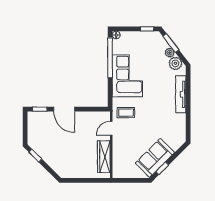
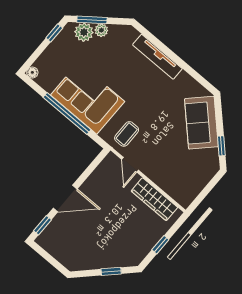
window: (110, 58) -> (67, 113), moved
plant: (175, 63) -> (84, 32), moved
window: (35, 156) -> (111, 271), moved
sofa: (155, 158) -> (201, 123), moved
window: (82, 180) -> (160, 245), added

